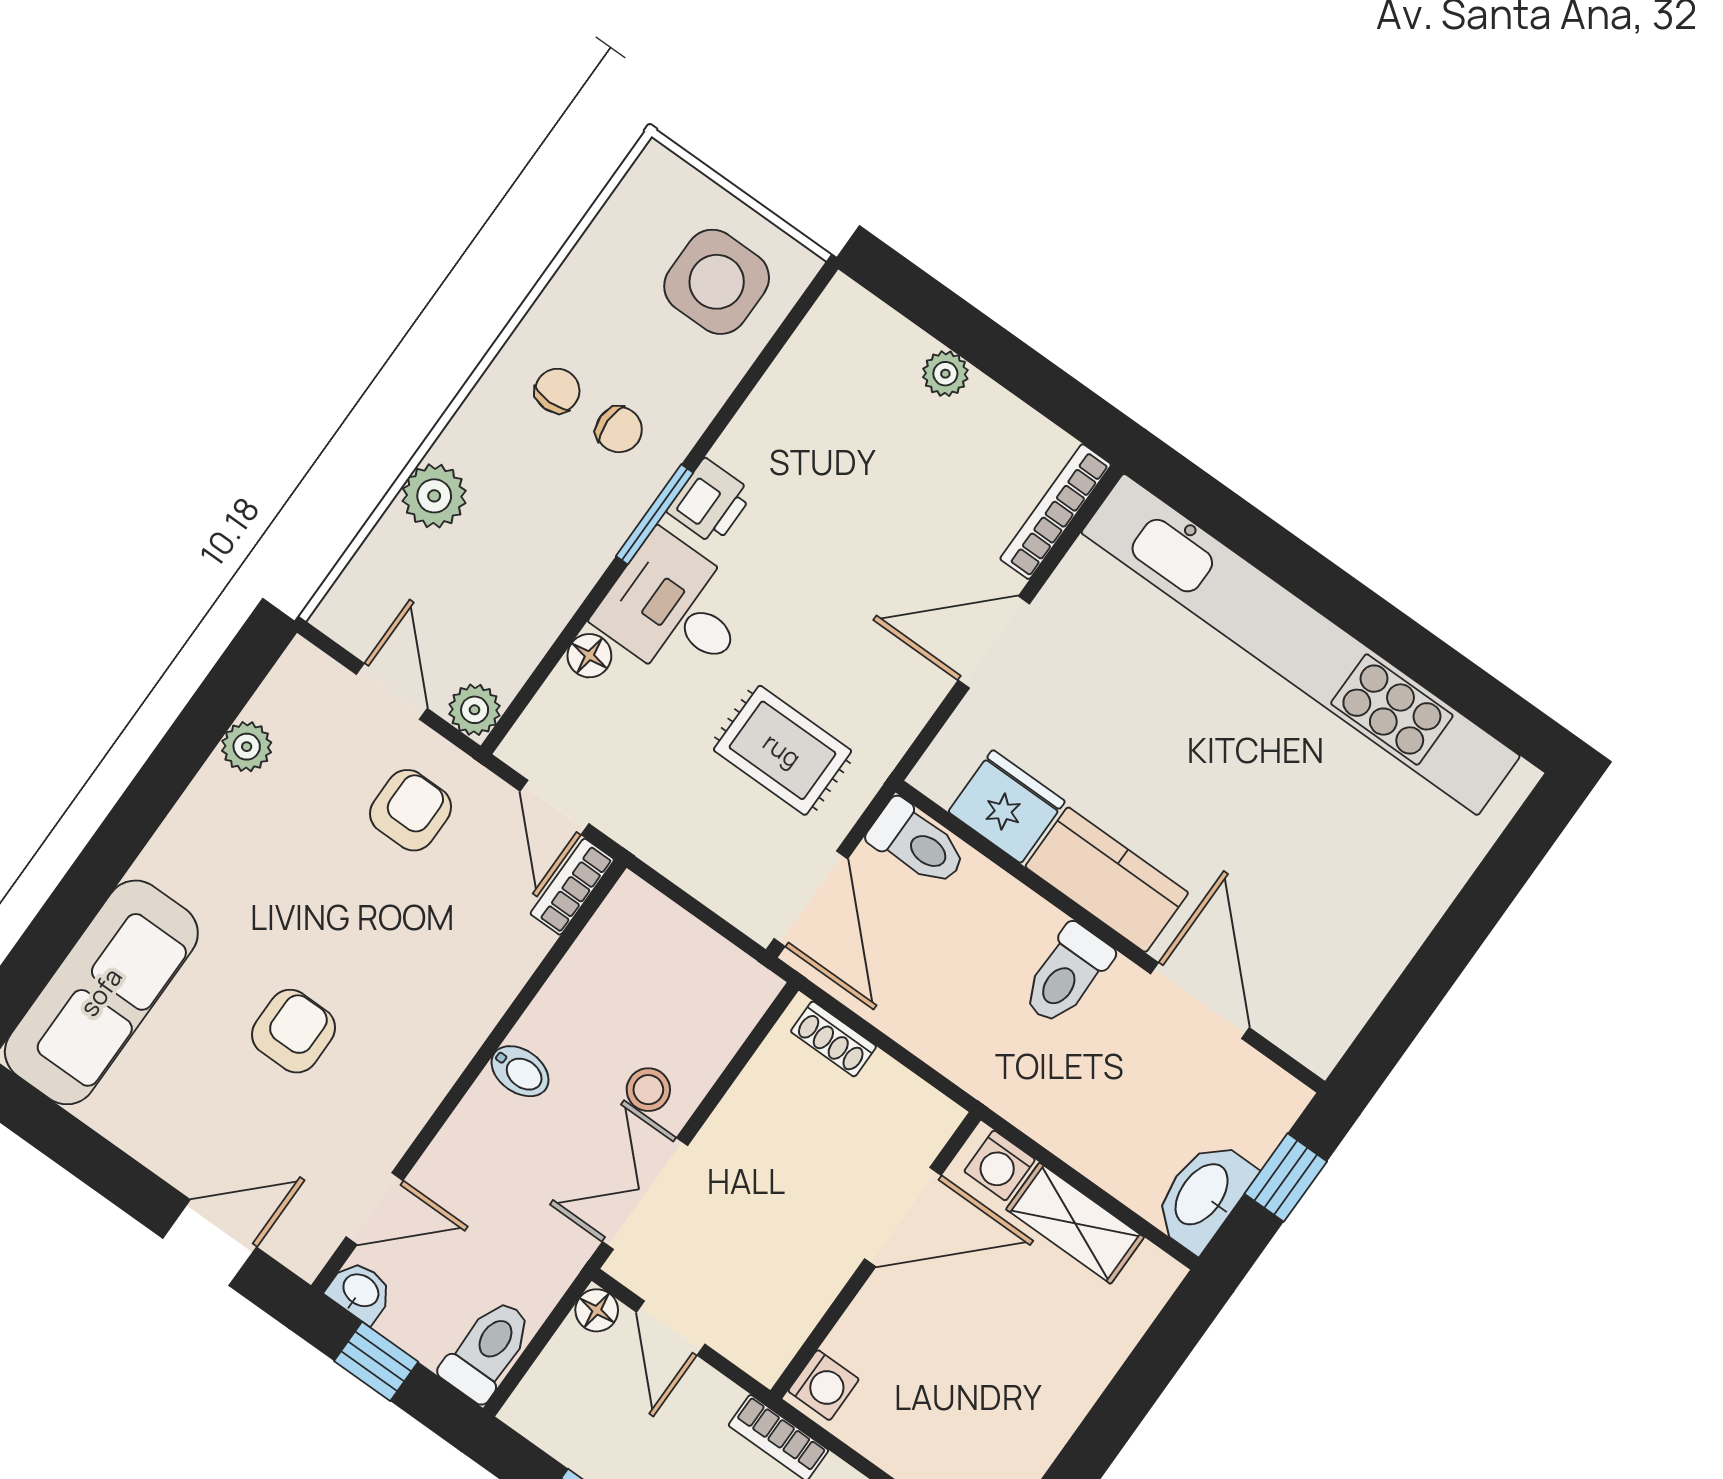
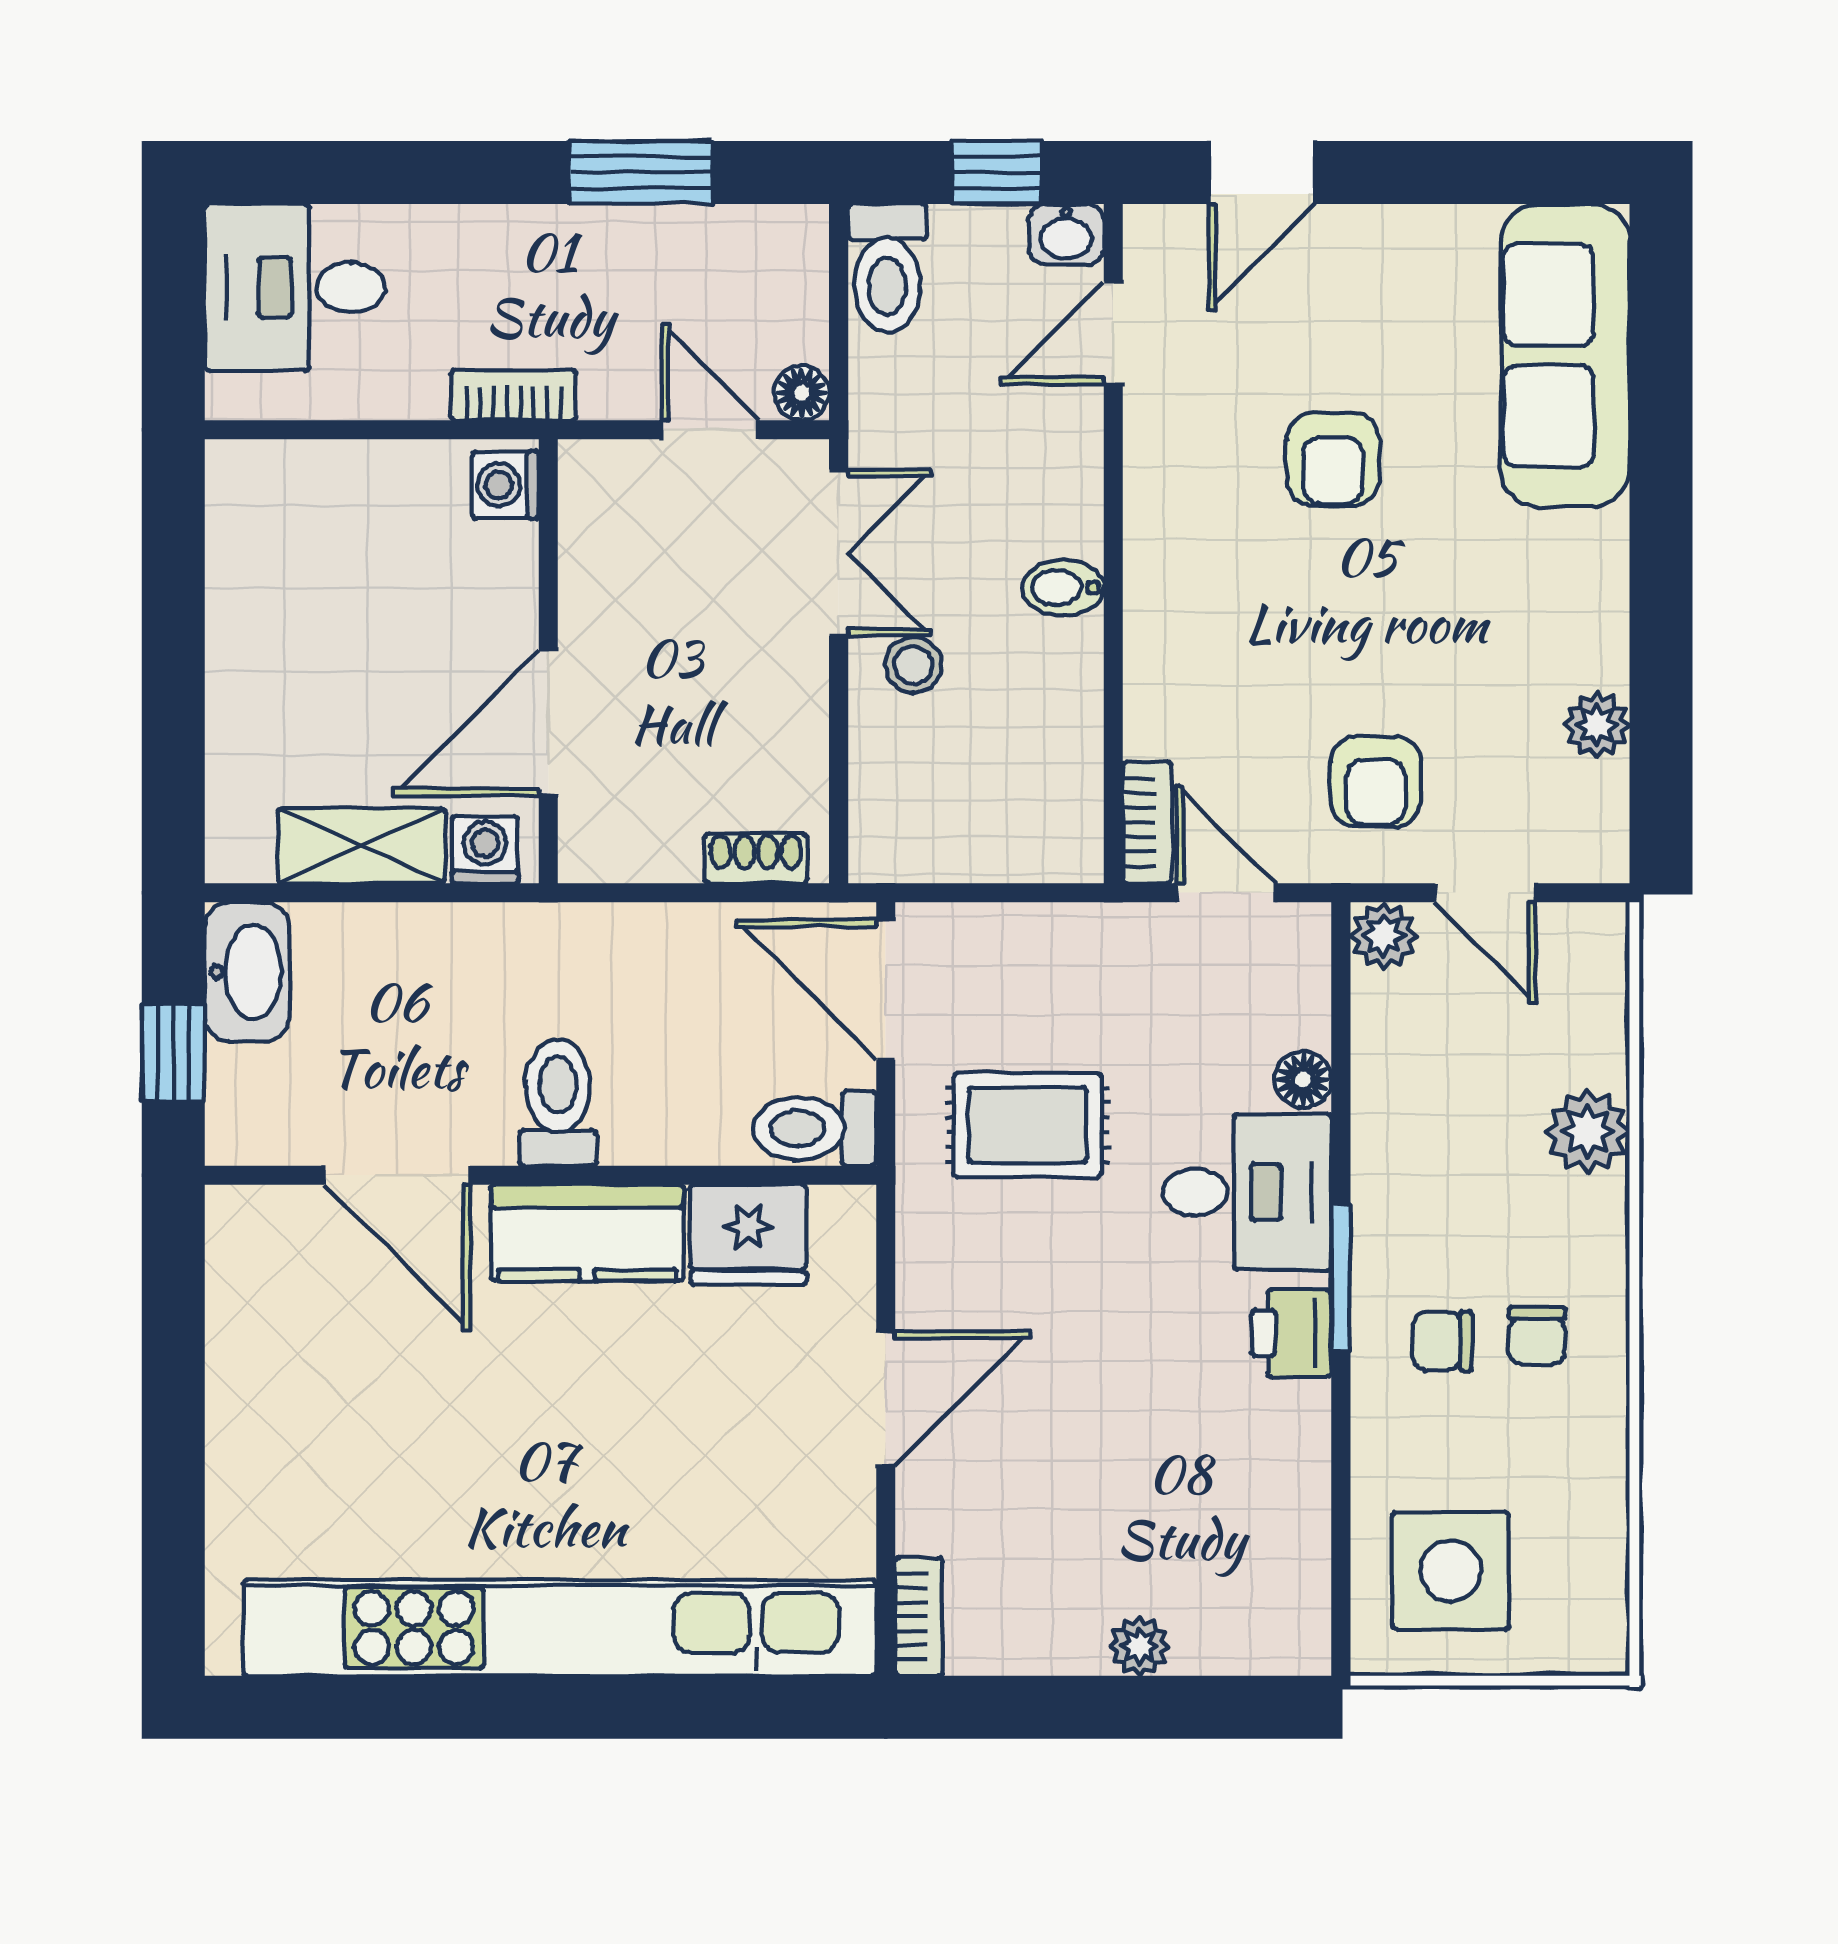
bookcase: (1056, 512) -> (919, 1617), width x0.64

